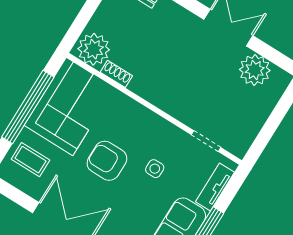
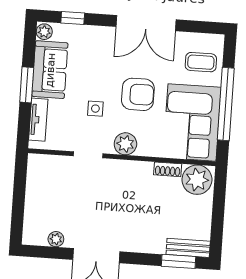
plant: (255, 70) -> (56, 239), width x0.53, depth x0.53
plant: (144, 120) -> (125, 144), added
doorway: (206, 141) -> (88, 155), moved

